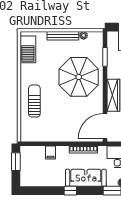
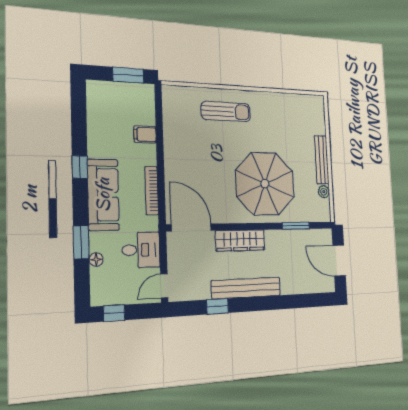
barbecue: (28, 49) -> (300, 106), removed

